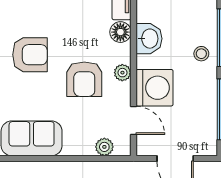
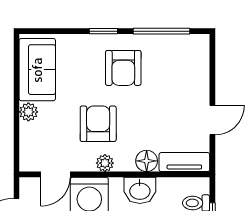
armchair: (84, 79) -> (98, 124), turned 90
plant: (104, 147) -> (28, 112), moved

